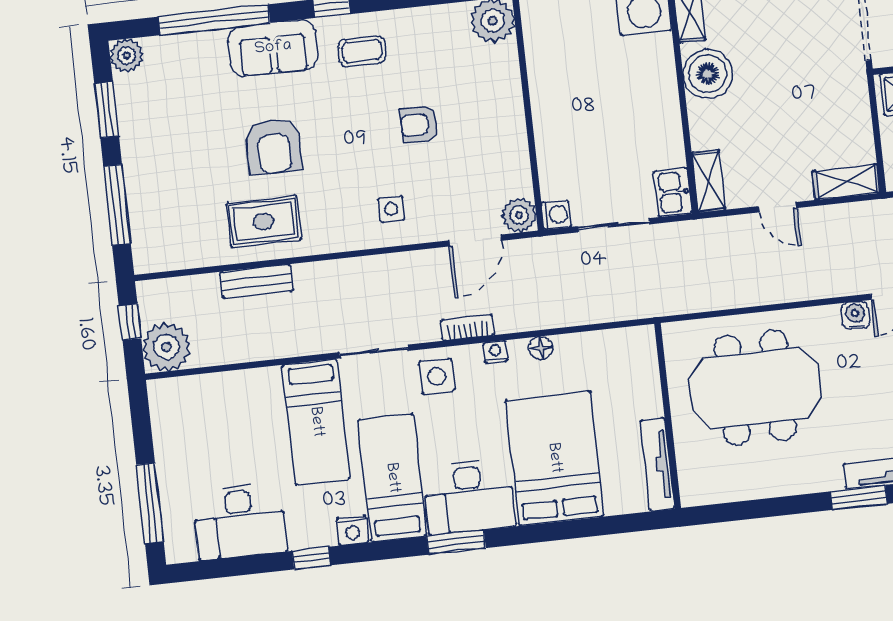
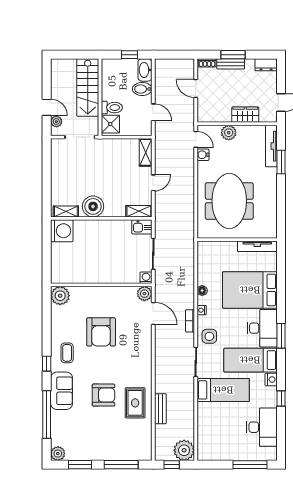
armchair: (419, 125) -> (101, 332), width x1.88, depth x1.88
side table: (391, 209) -> (136, 348), removed

